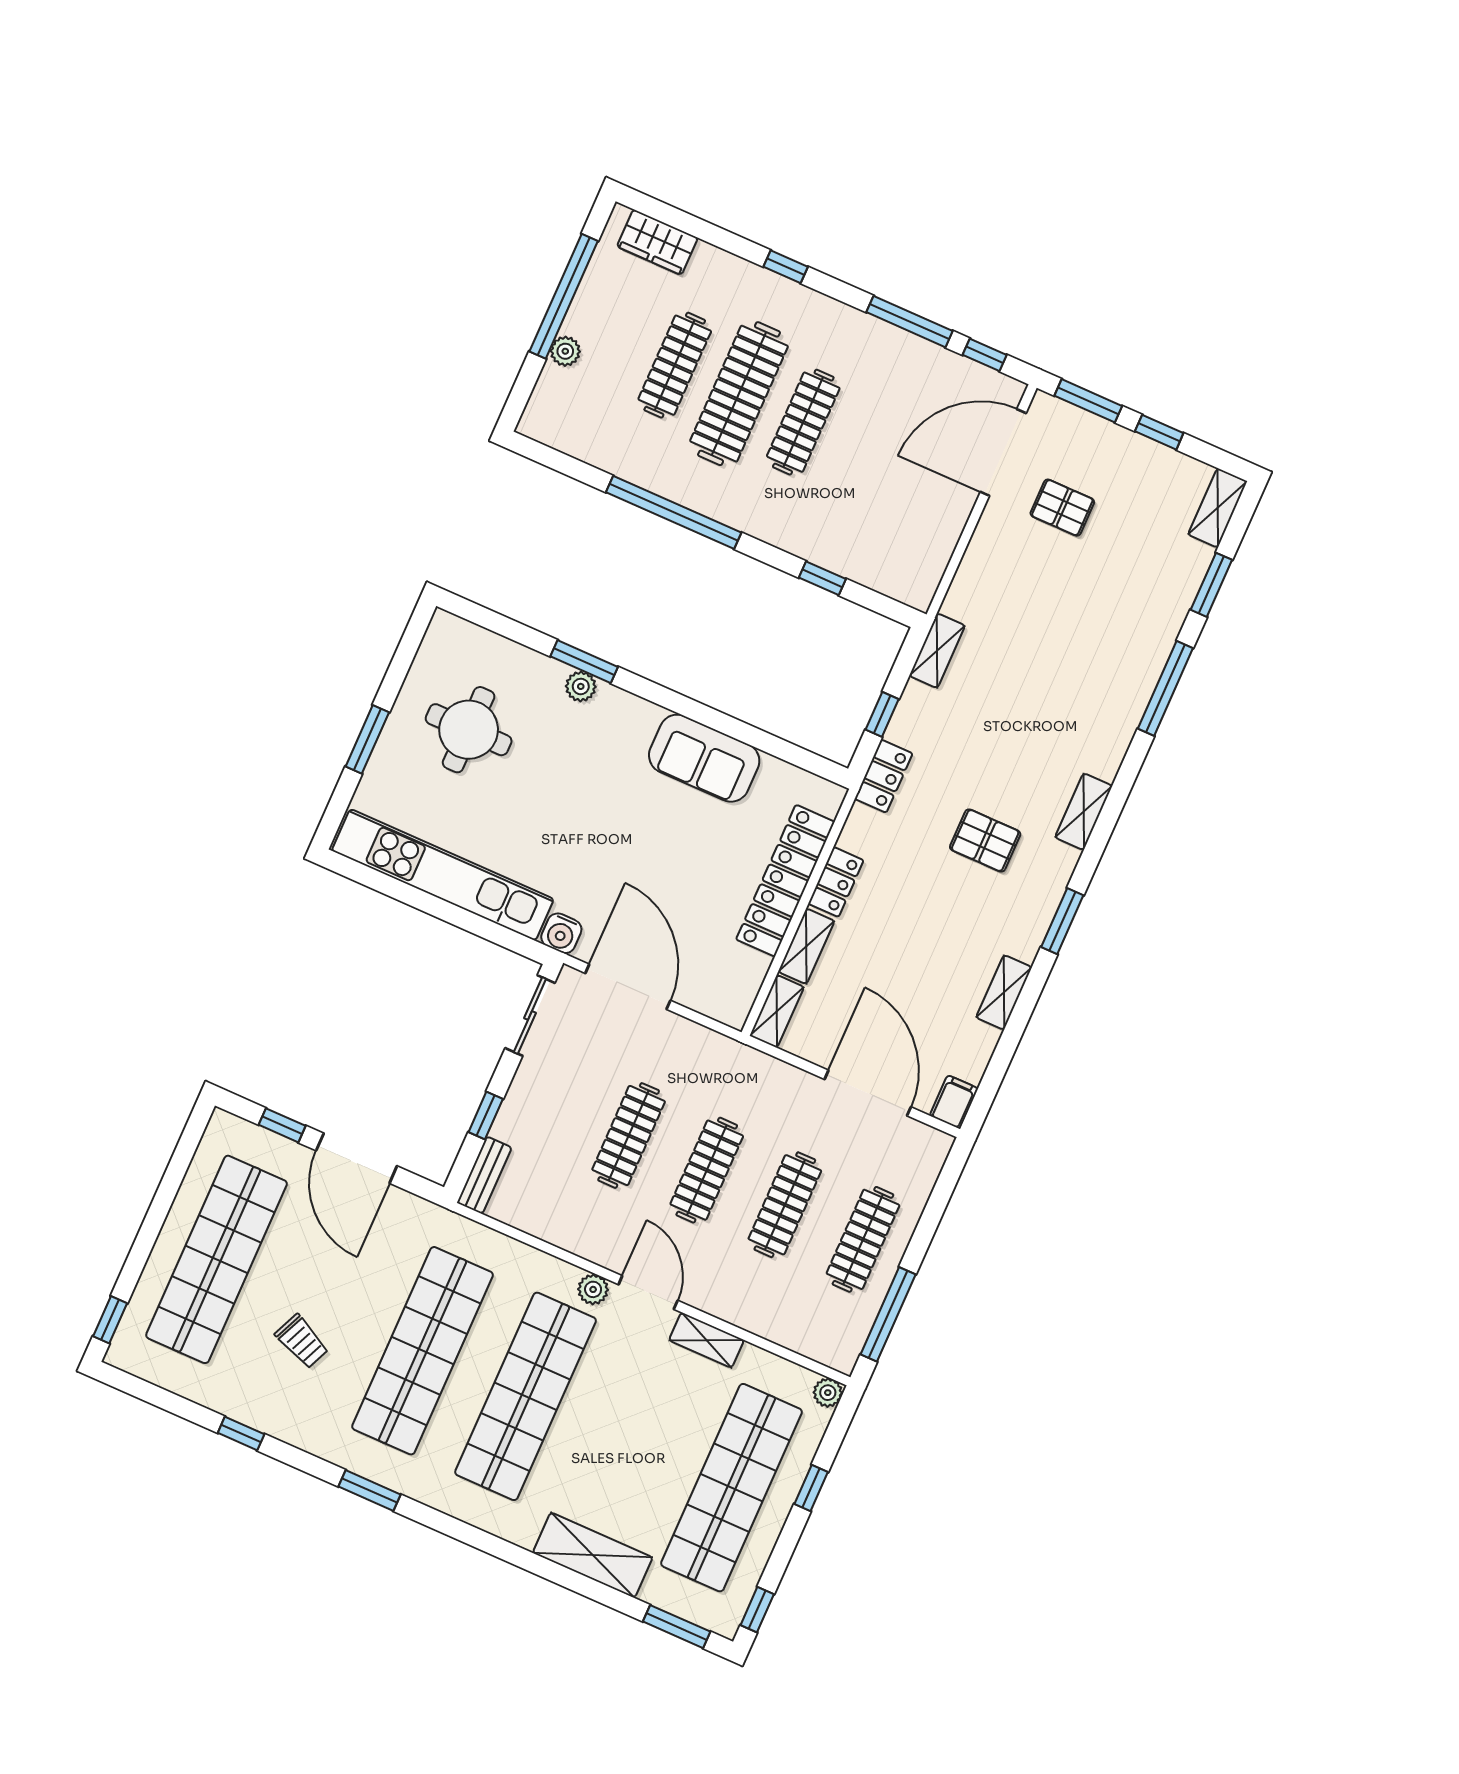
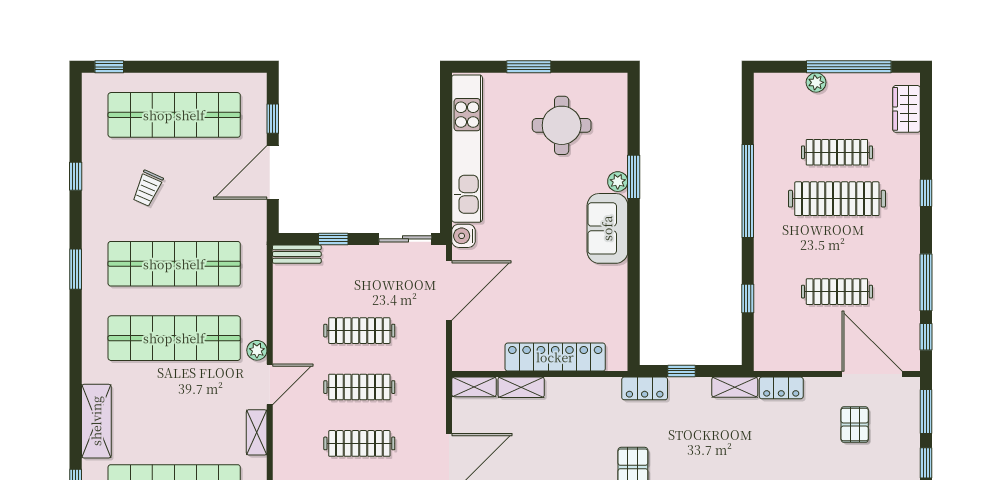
clothes rail: (803, 422) -> (837, 292), moved
sofa: (704, 758) -> (607, 228), moved
locker: (836, 882) -> (781, 388), moved

